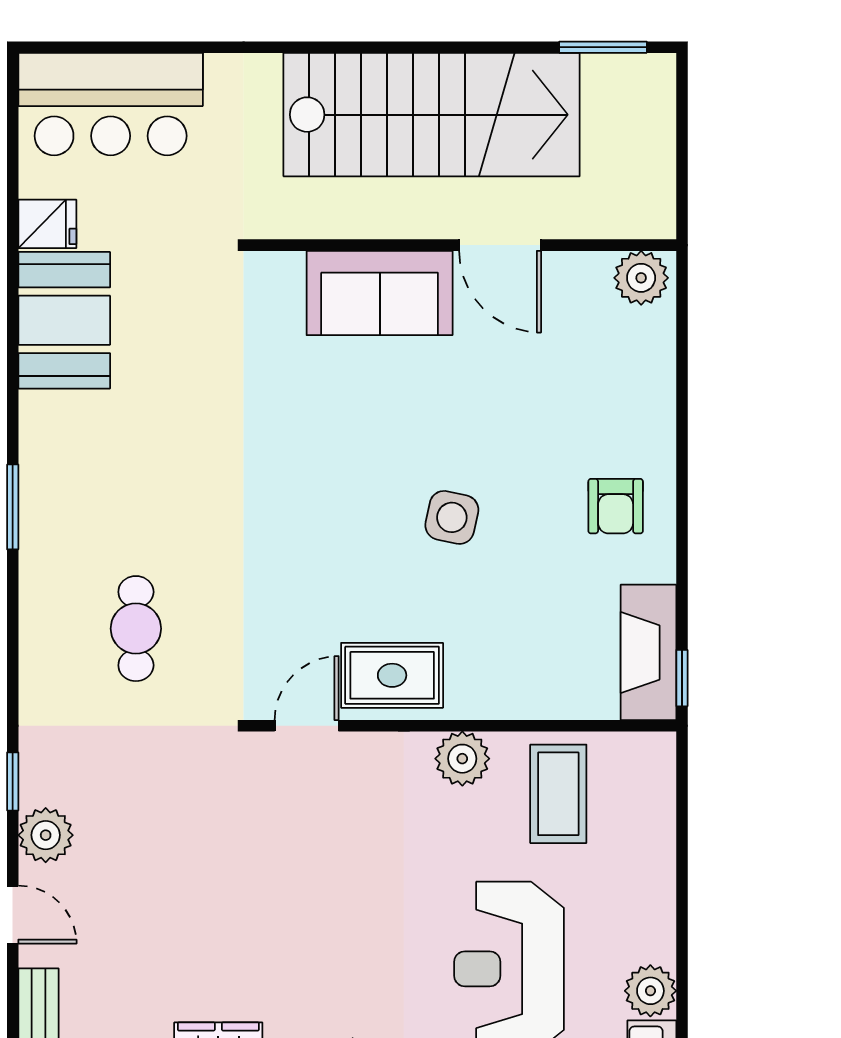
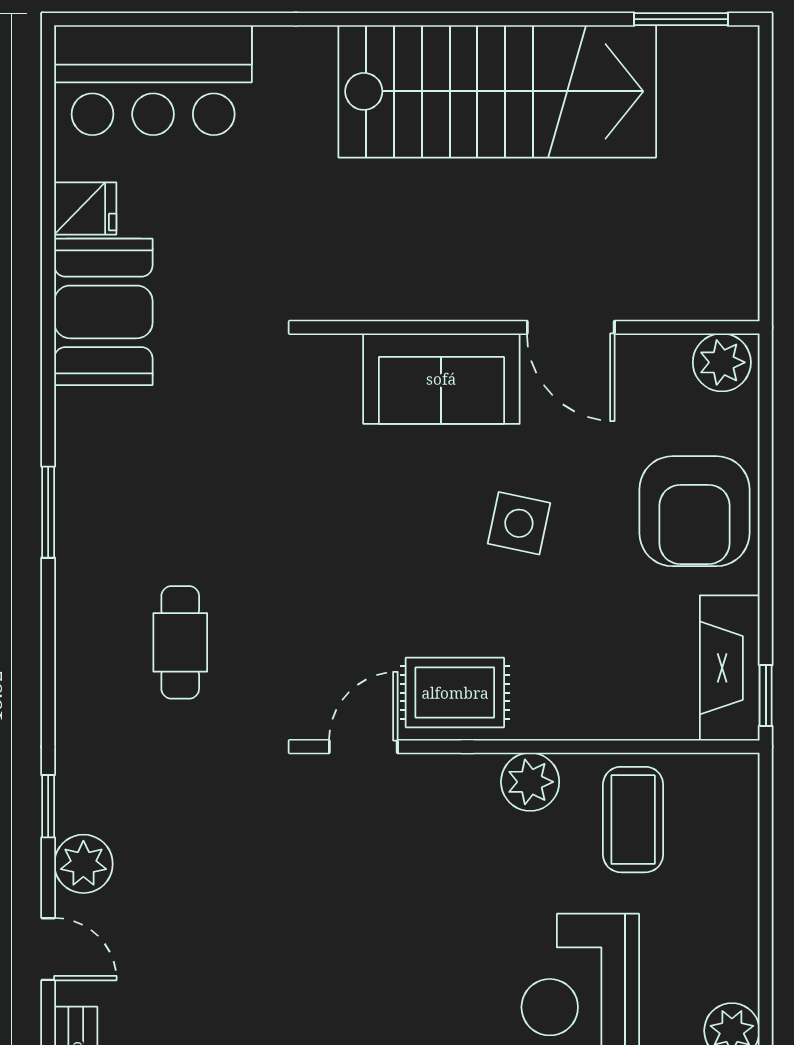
wall: (463, 245) -> (531, 327), moved
door: (500, 245) -> (571, 327), moved
plant: (641, 278) -> (722, 362), moved
sofa: (380, 293) -> (441, 379), moved
armchair: (616, 506) -> (694, 511), width x1.88, depth x1.88

